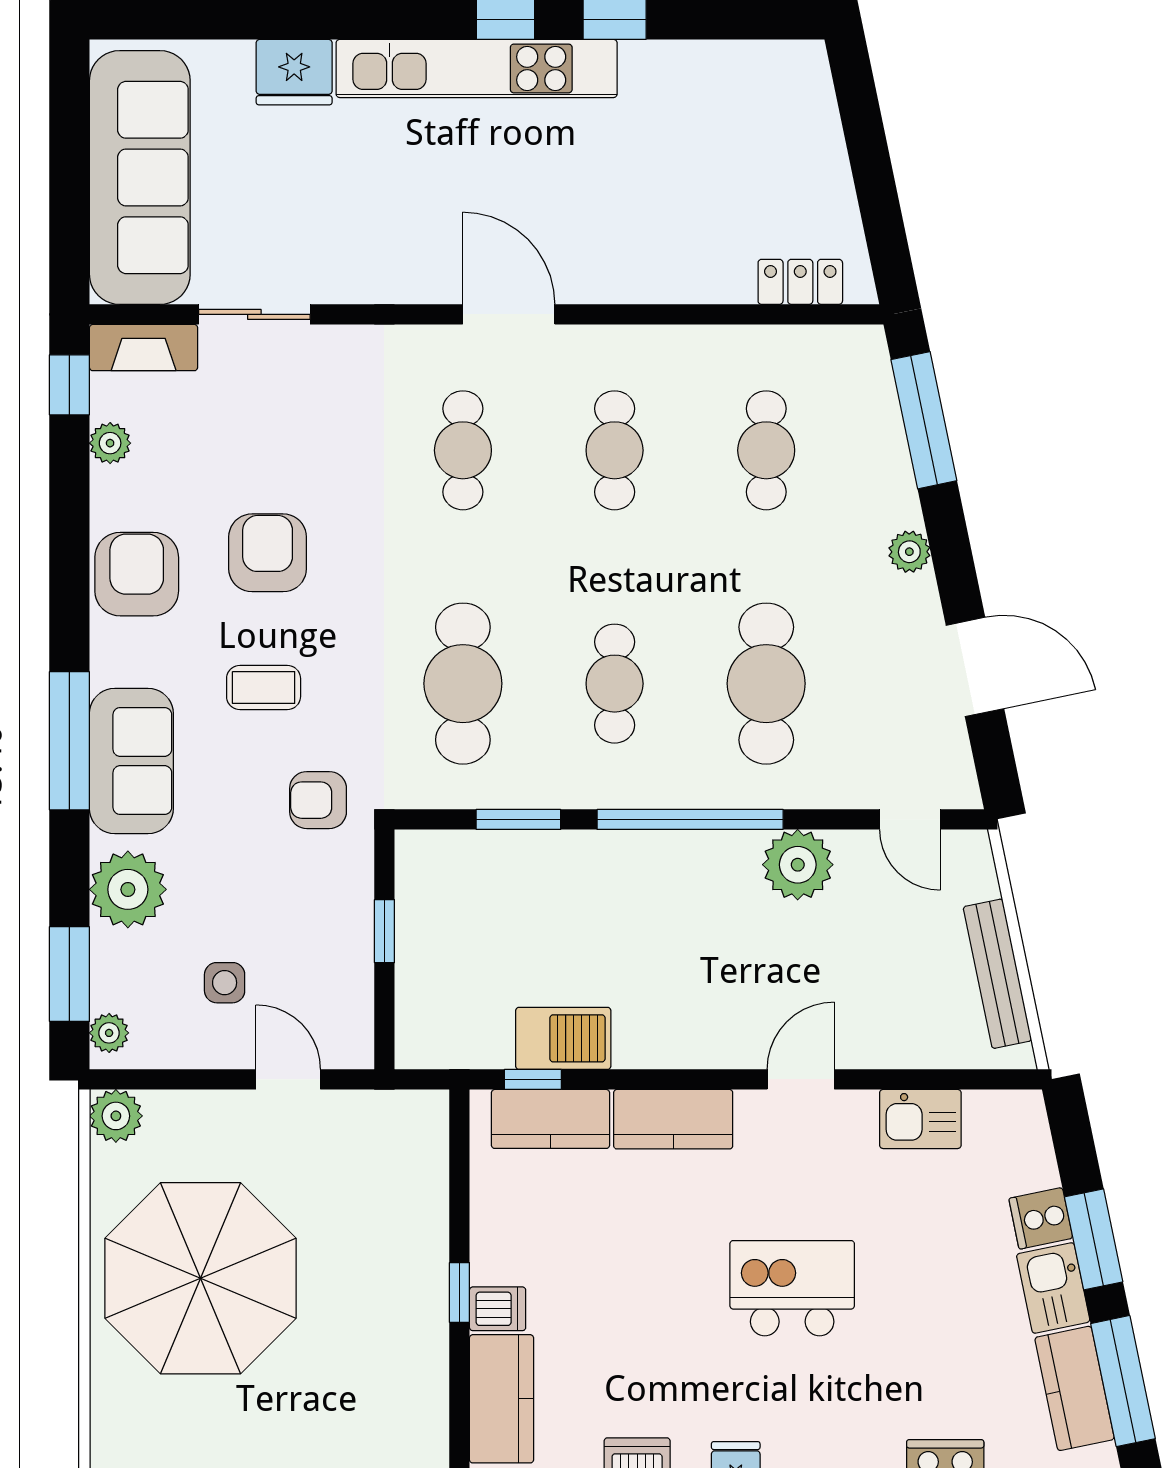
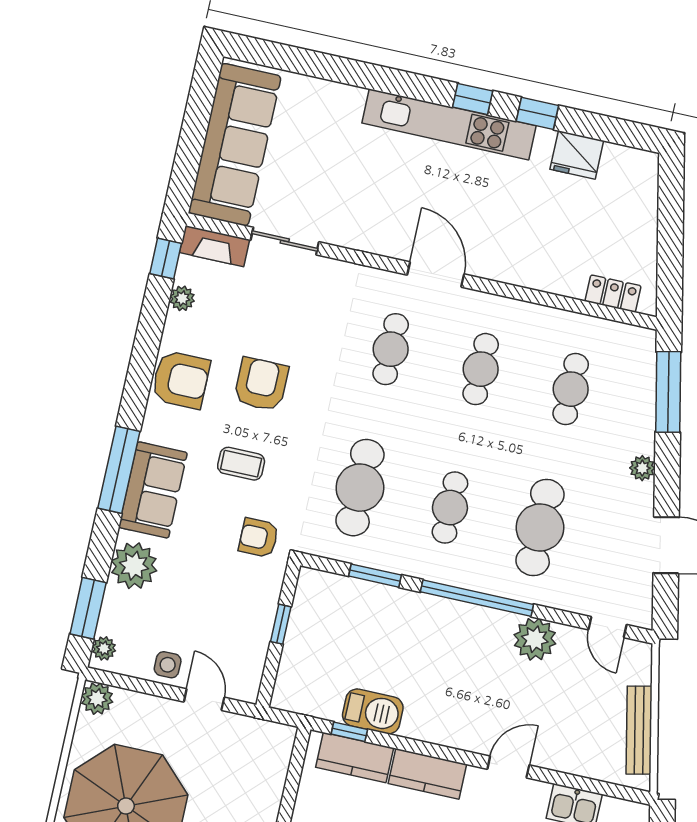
fridge: (294, 72) -> (577, 155), moved
armchair: (137, 574) -> (181, 380), turned 90
side table: (225, 983) -> (168, 665), moved

